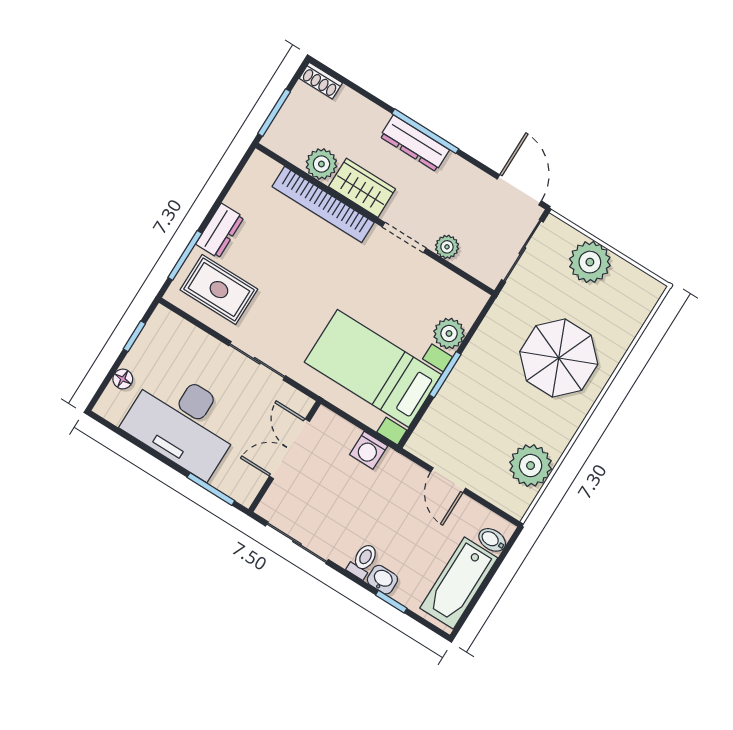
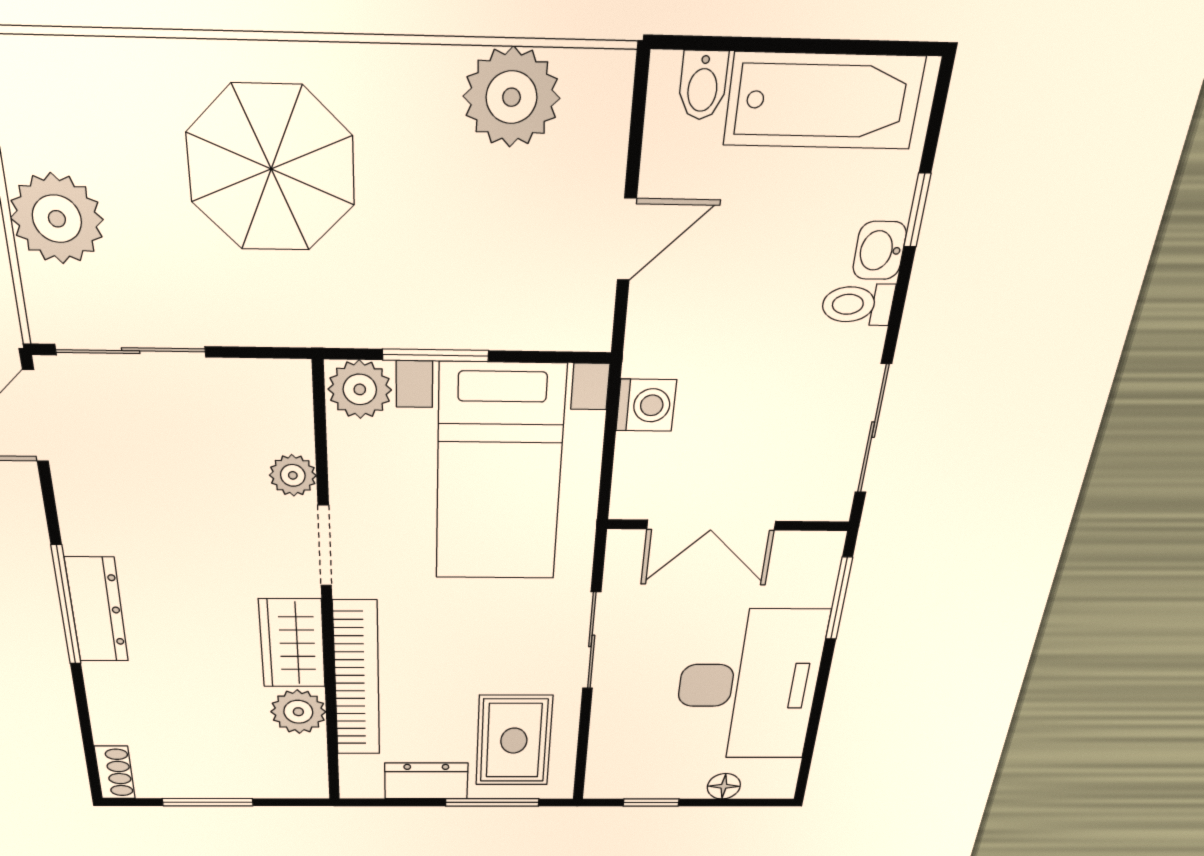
plant: (321, 164) -> (298, 712), moved
wardrobe: (362, 188) -> (292, 643), moved
bookcase: (323, 204) -> (357, 679), moved
wall: (375, 219) -> (327, 601), moved
doorway: (404, 238) -> (325, 546), moved
plant: (447, 247) -> (293, 475), moved

